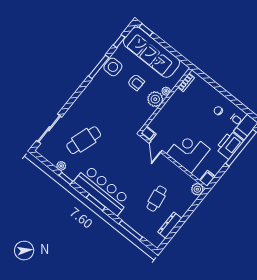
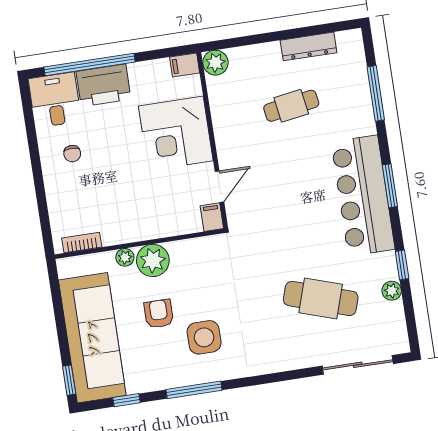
side table: (113, 67) -> (204, 337), moved

